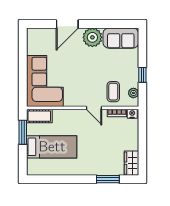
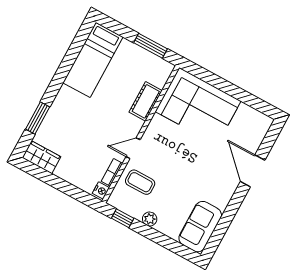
plant: (92, 37) -> (220, 193), removed
window: (142, 75) -> (123, 218), moved
plant: (133, 93) -> (150, 219), moved
cot: (39, 116) -> (146, 101), moved
bed: (52, 147) -> (93, 60), moved

